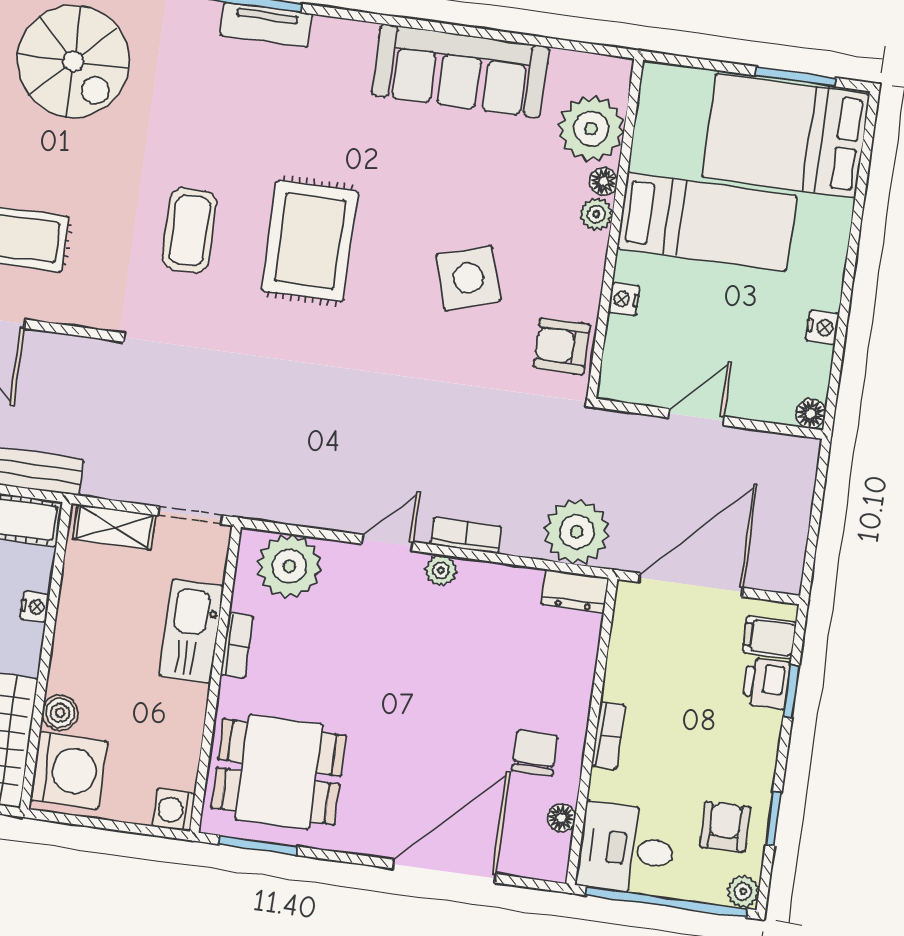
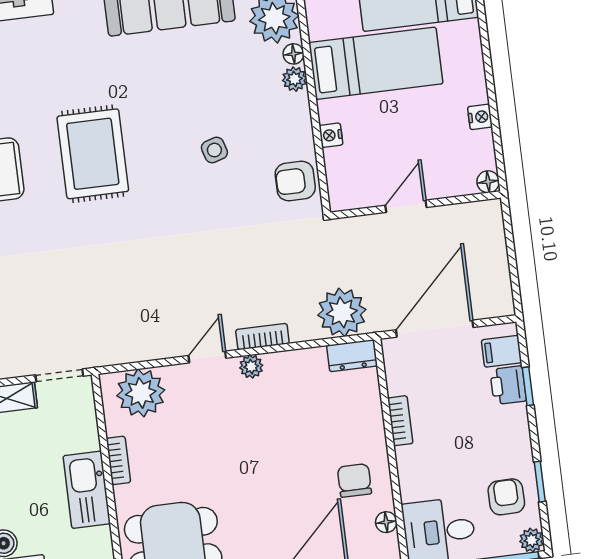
side table: (468, 278) -> (214, 150), width x0.54, depth x0.54
kitchen sink: (192, 631) -> (87, 490), moved
bookcase: (609, 735) -> (400, 421), moved

